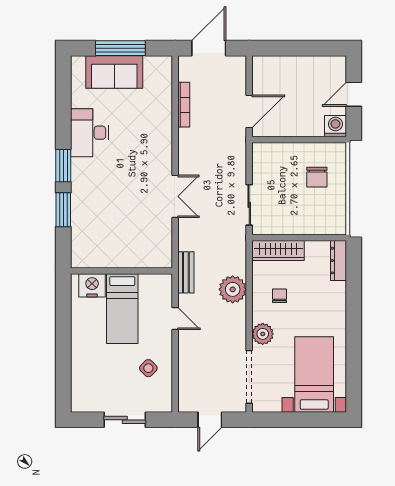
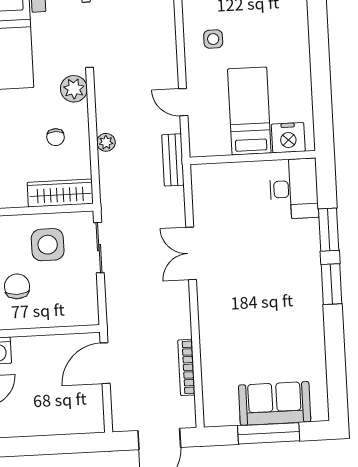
desk: (90, 133) -> (294, 189), moved
side table: (290, 209) -> (48, 245), added
plant: (233, 289) -> (106, 142), width x0.53, depth x0.53
side table: (148, 368) -> (213, 39), turned 45

